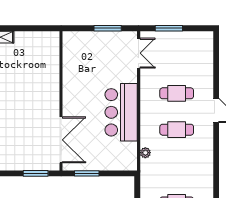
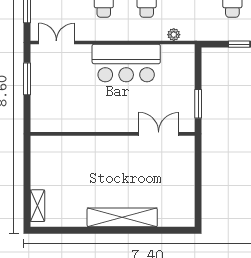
double door: (61, 140) -> (159, 134), width x0.73
window: (36, 173) -> (198, 164), removed

